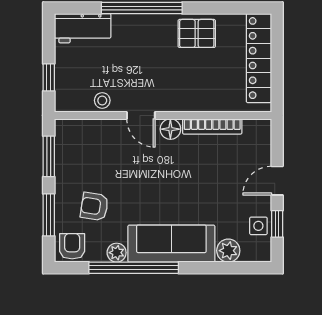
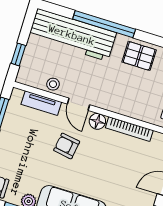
workbench: (83, 28) -> (72, 35), width x1.88, depth x1.32
tv unit: (95, 128) -> (41, 103), added
armchair: (94, 206) -> (67, 146), moved

